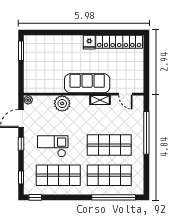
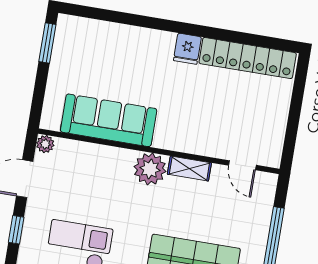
sofa: (87, 83) -> (109, 120), moved
plant: (62, 103) -> (150, 169), moved

